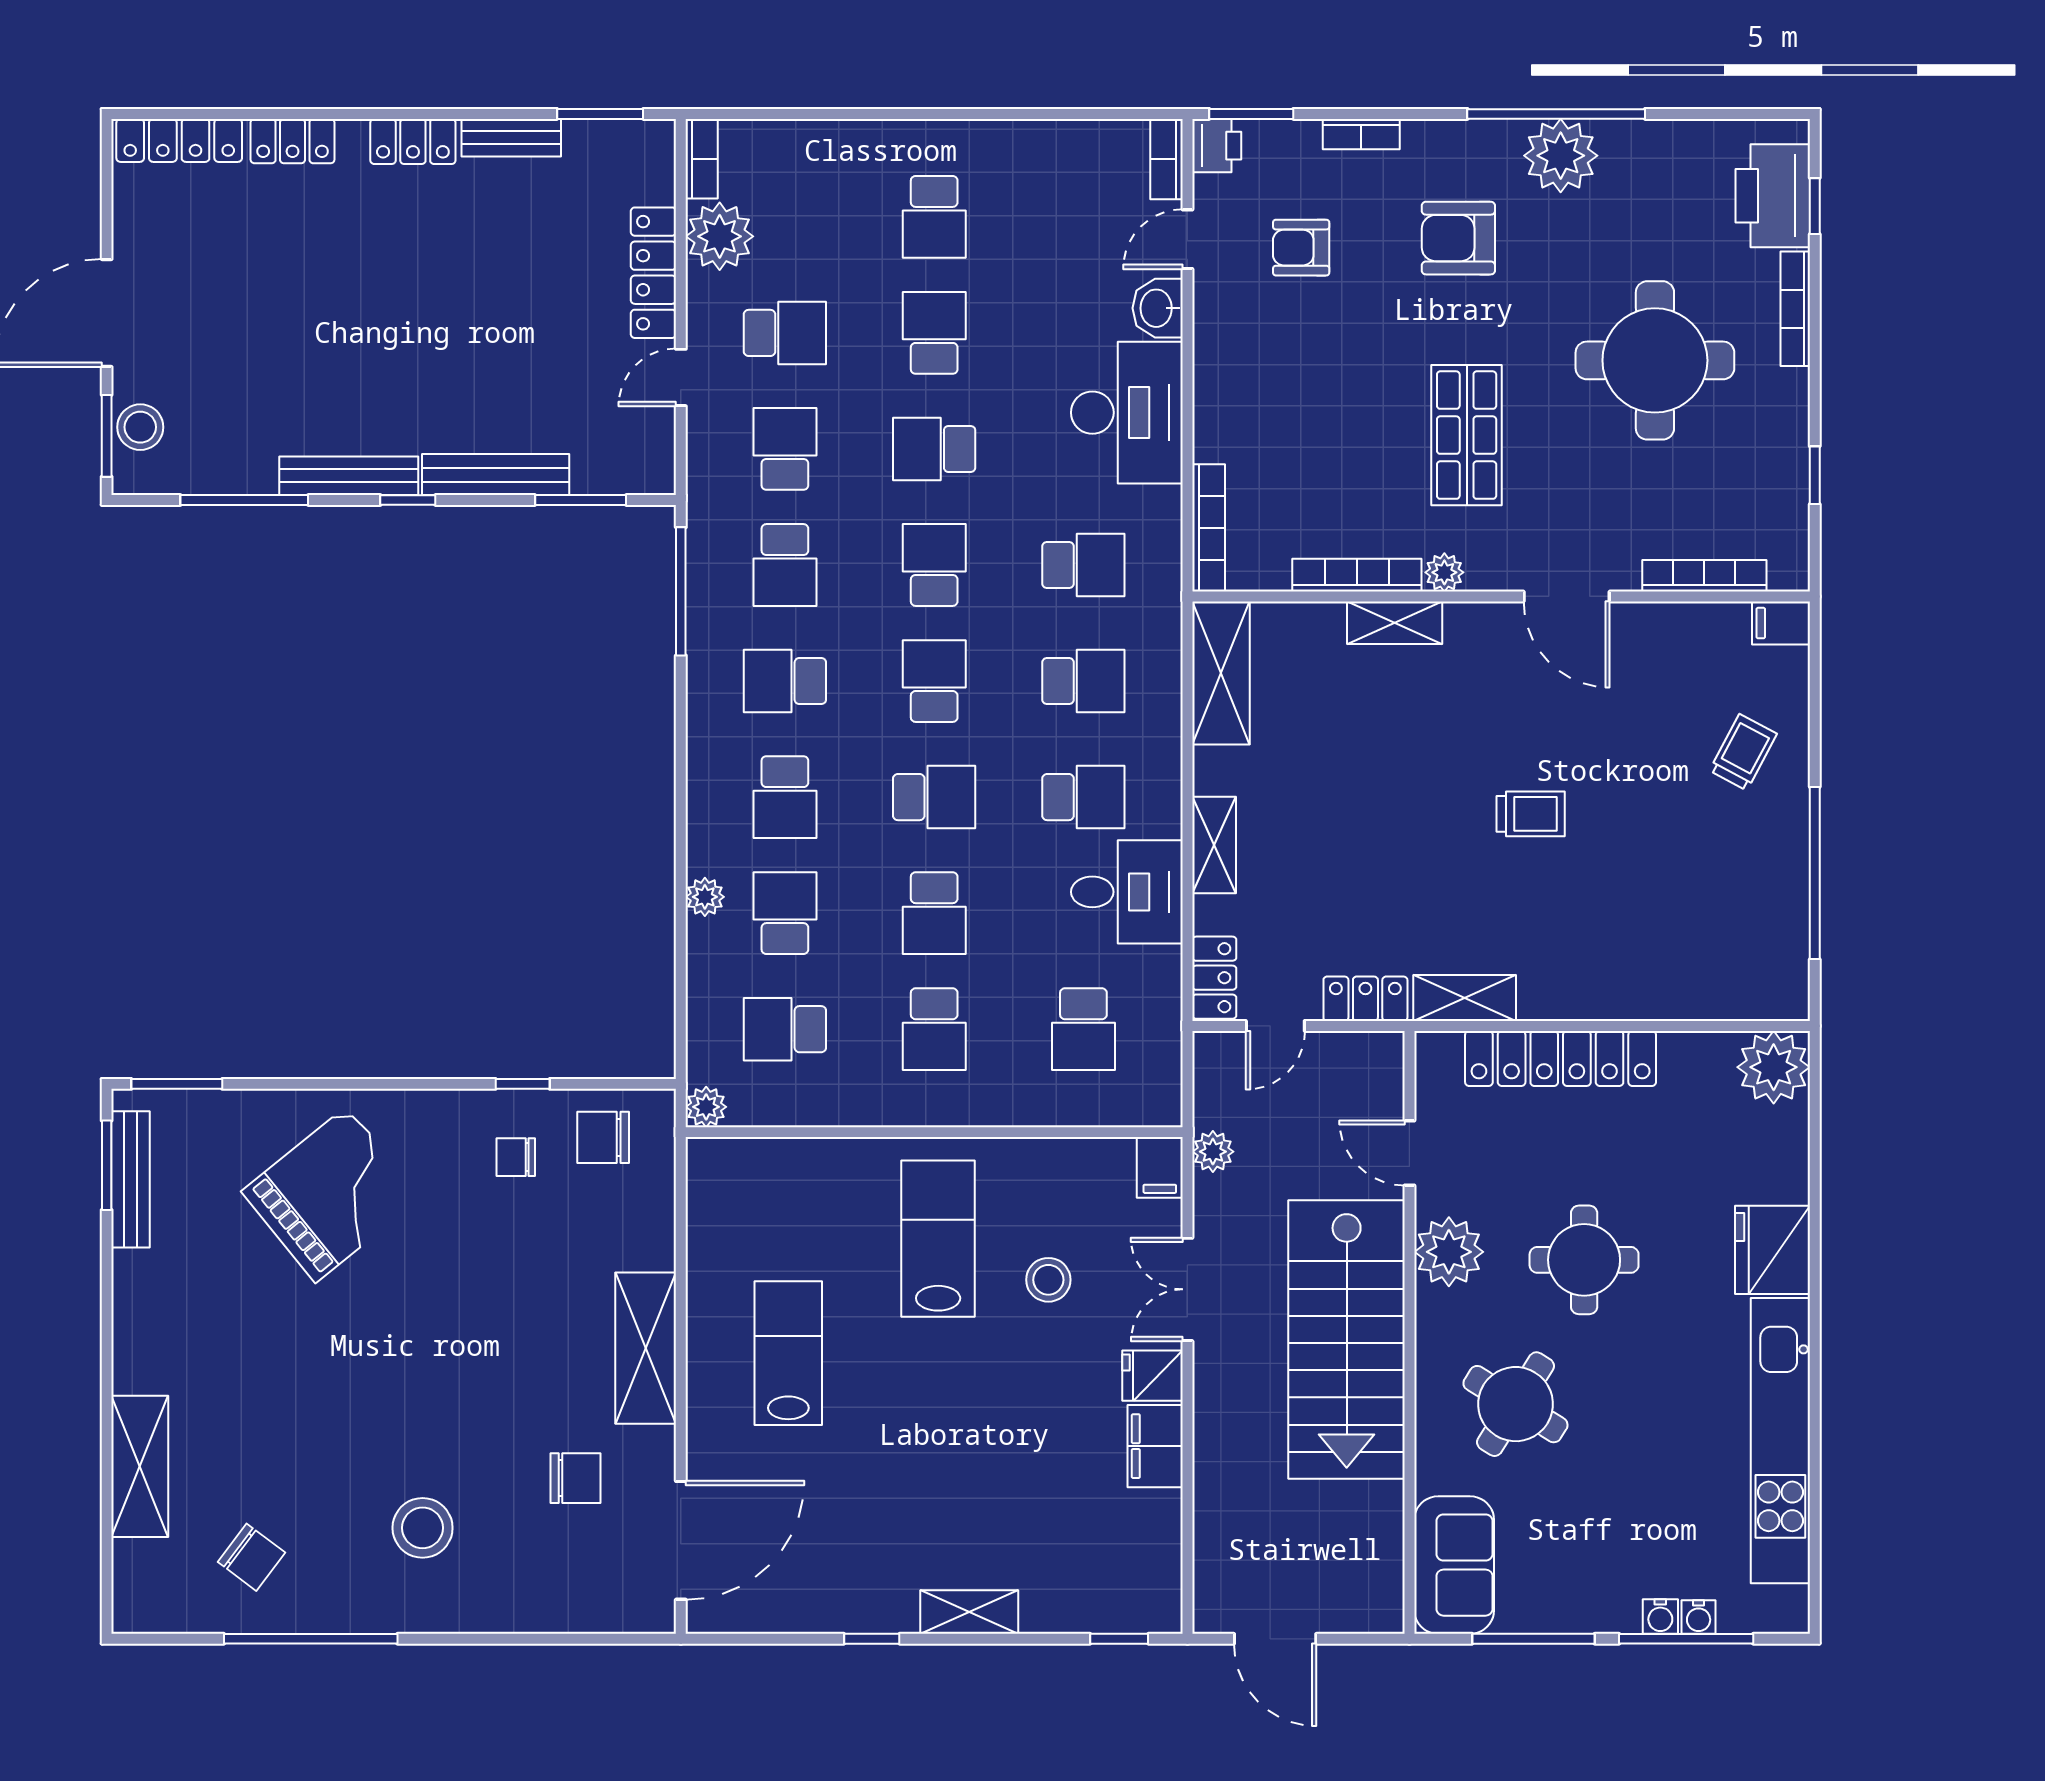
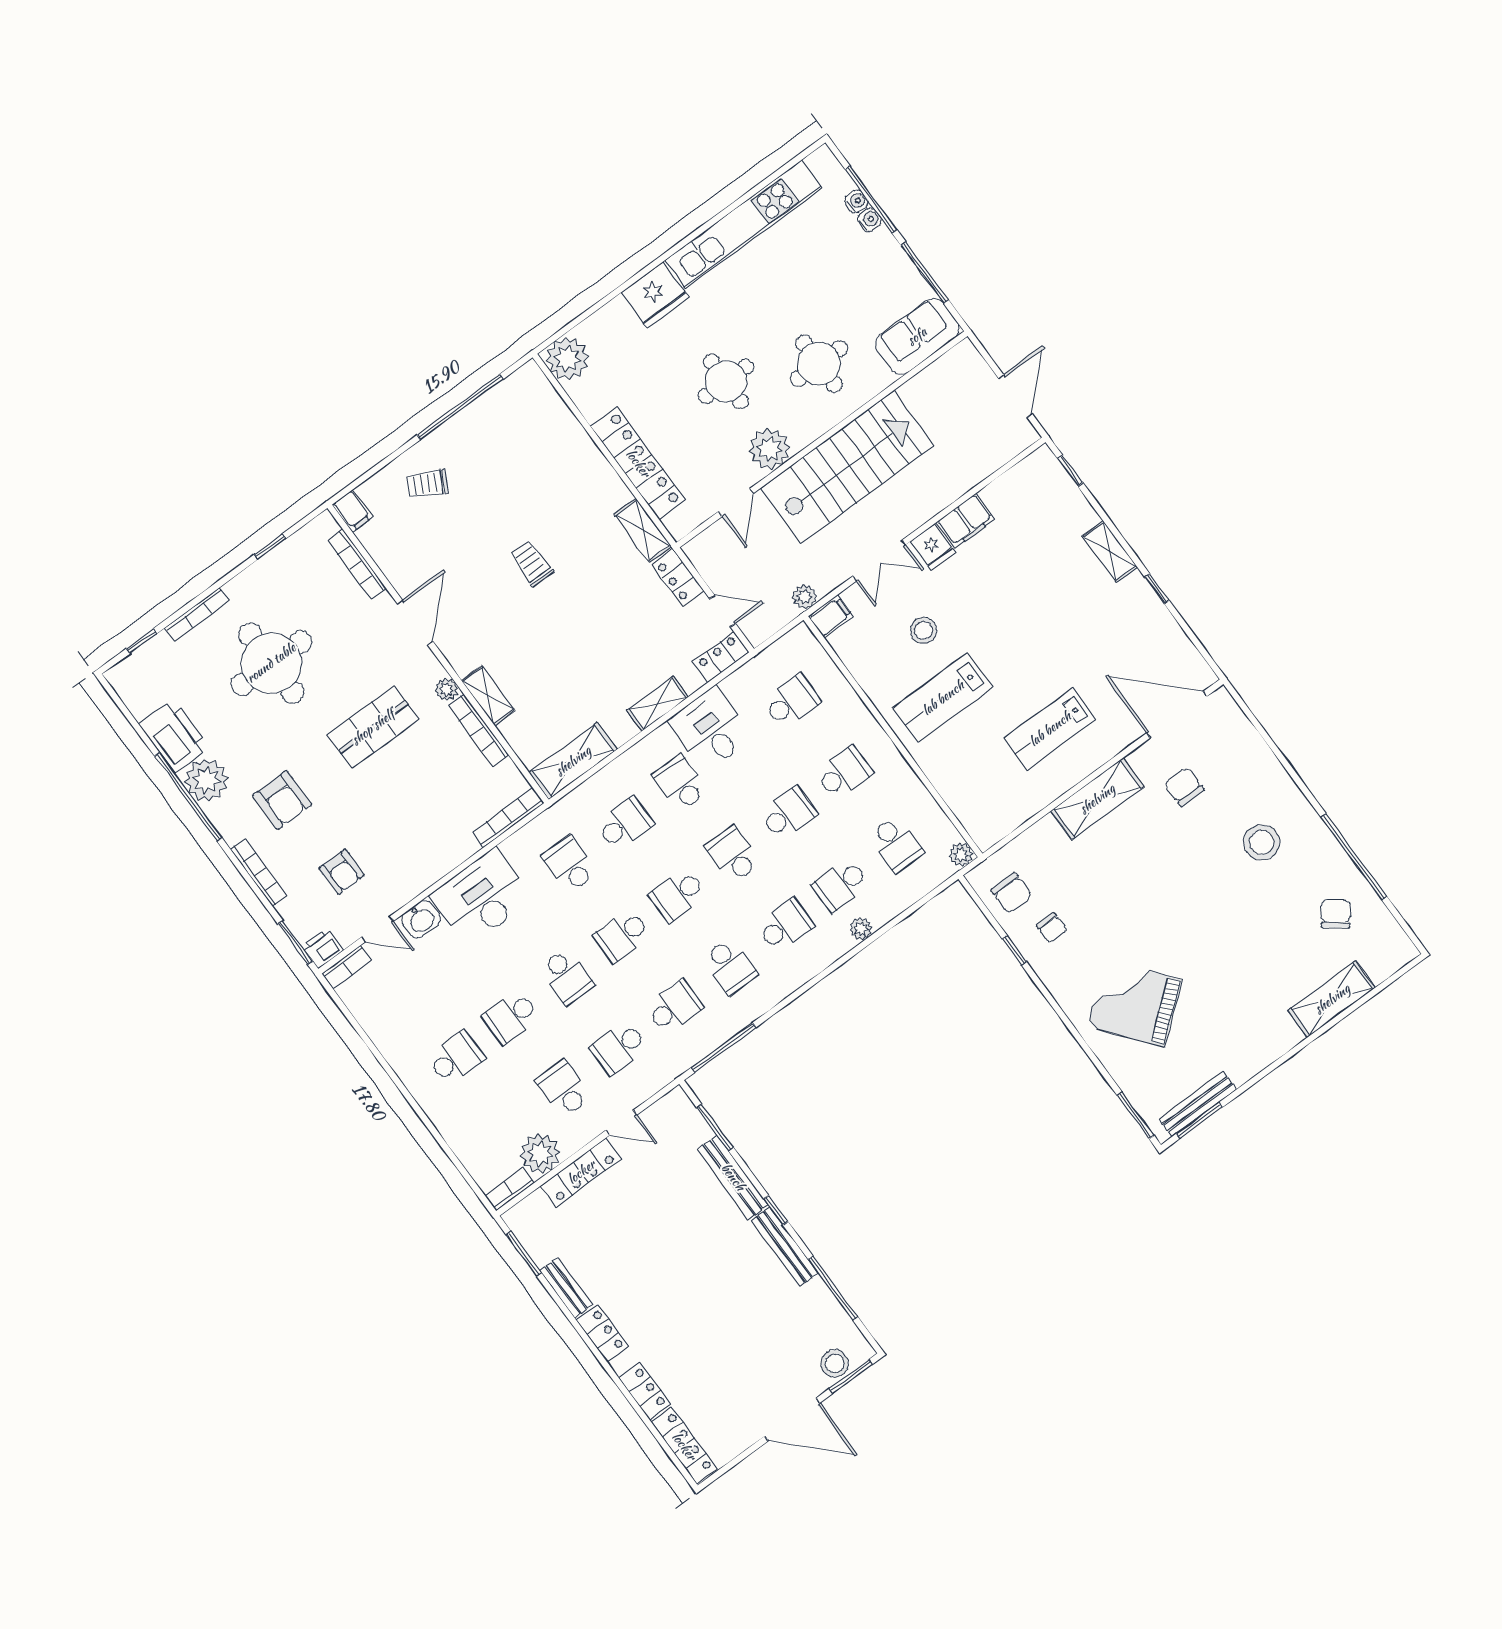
bookcase: (1361, 134) -> (259, 873), width x1.56
printer: (1773, 196) -> (174, 736), moved, turned -90
school desk: (1083, 681) -> (625, 824), turned 90
round table: (1515, 1404) -> (819, 364), turned -32

